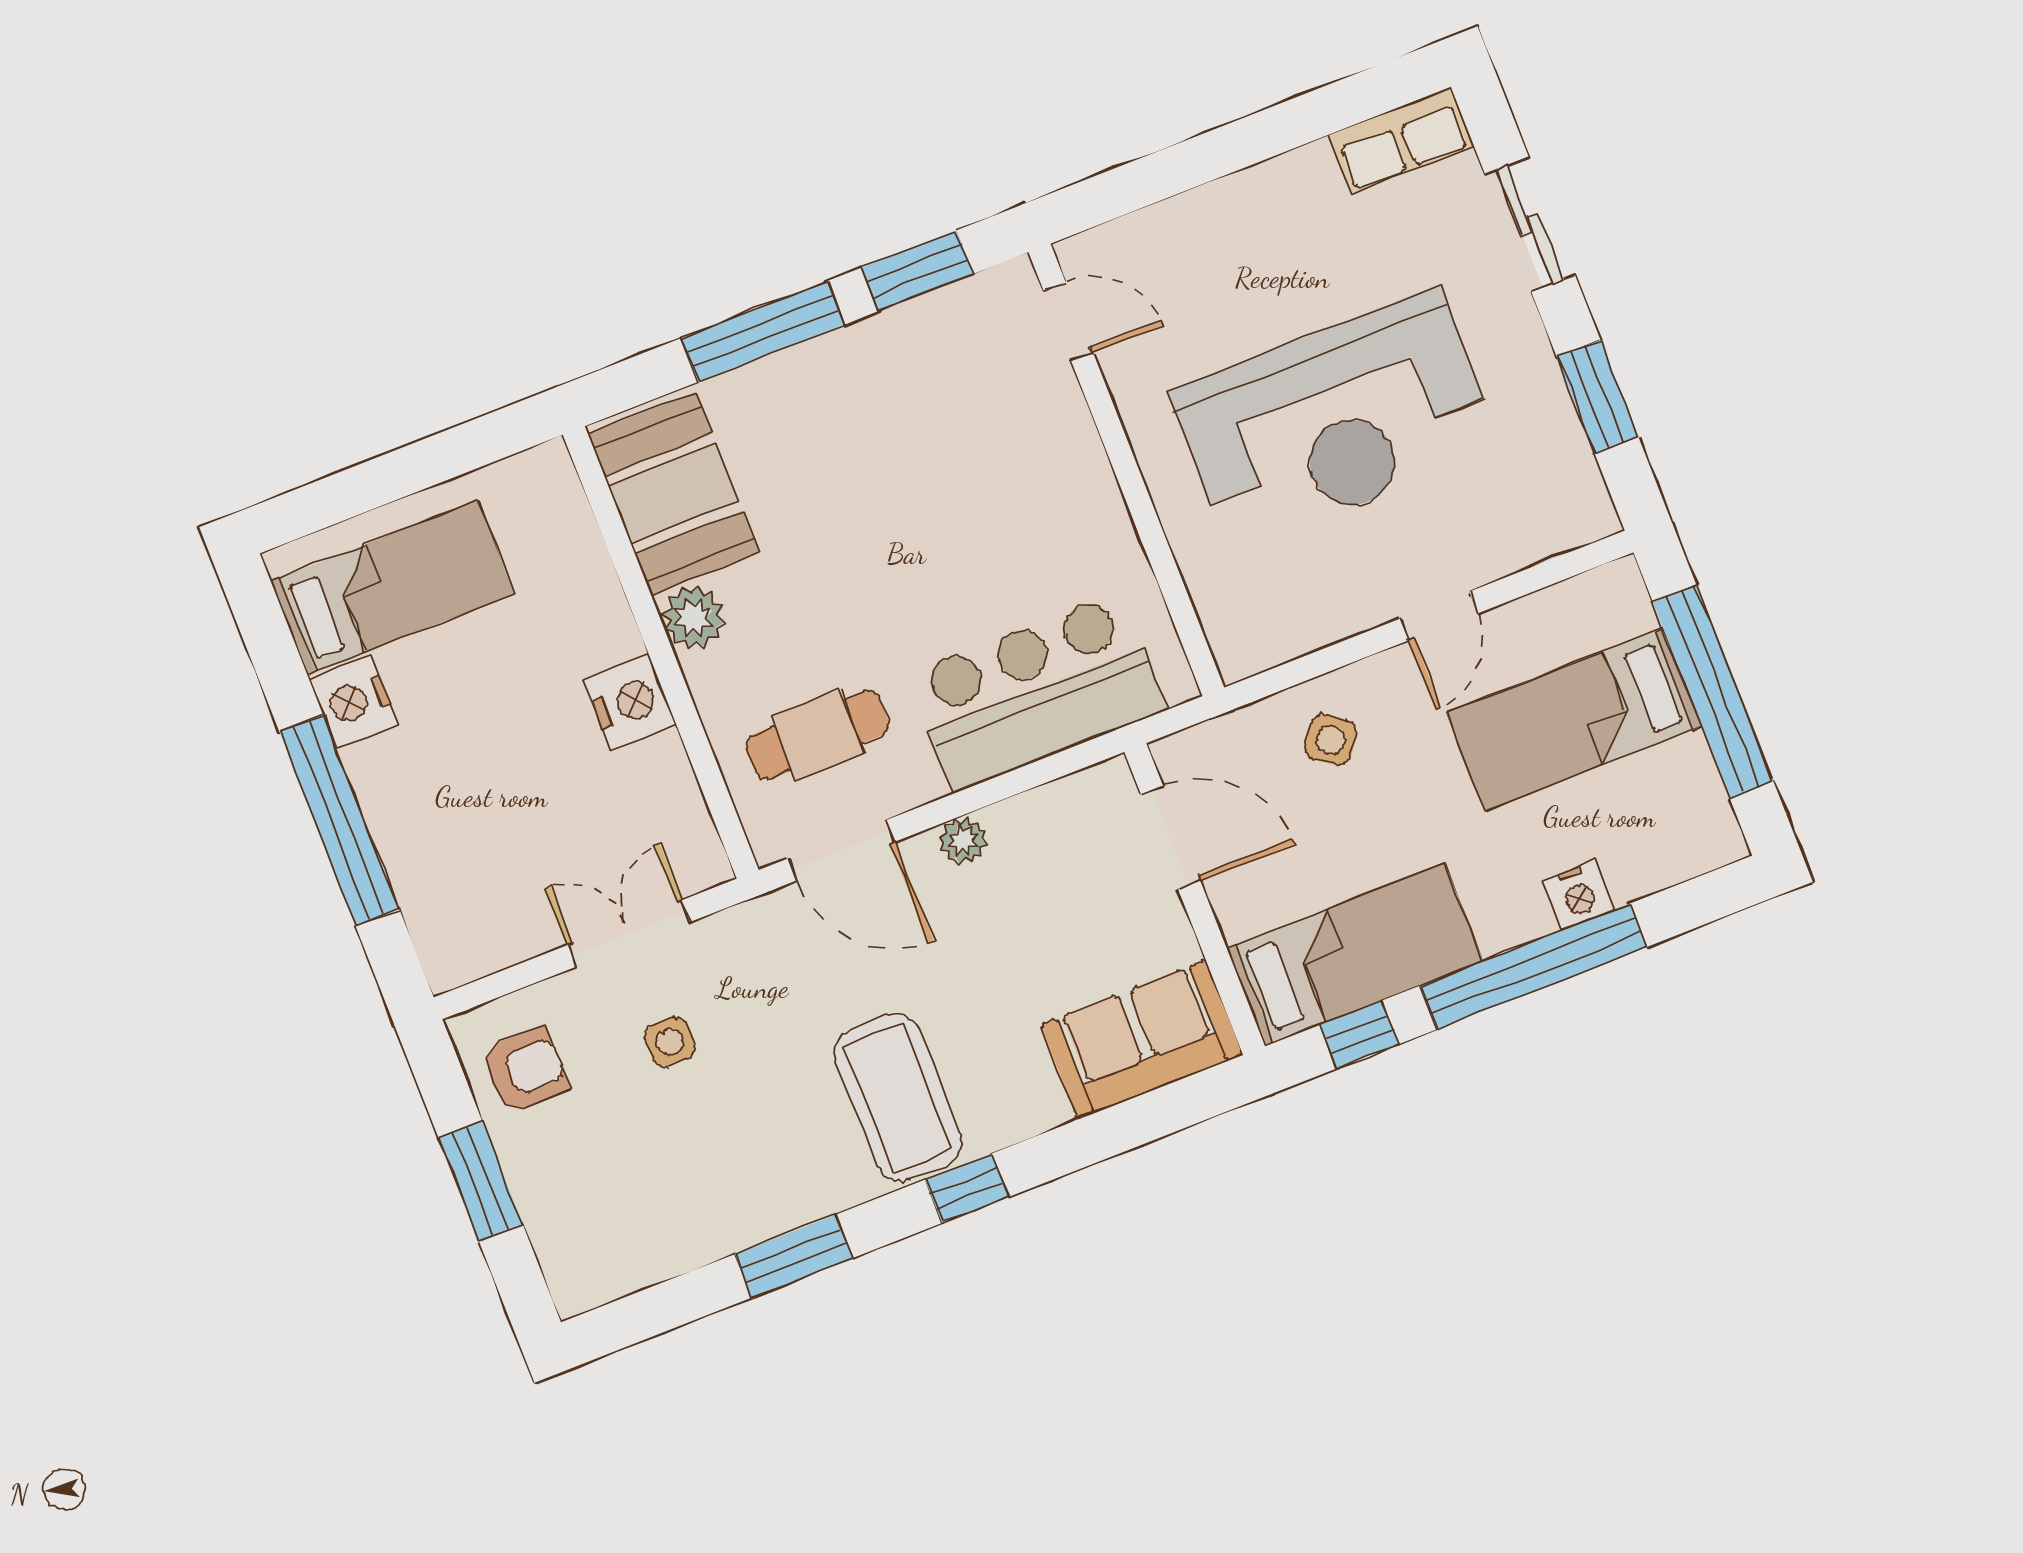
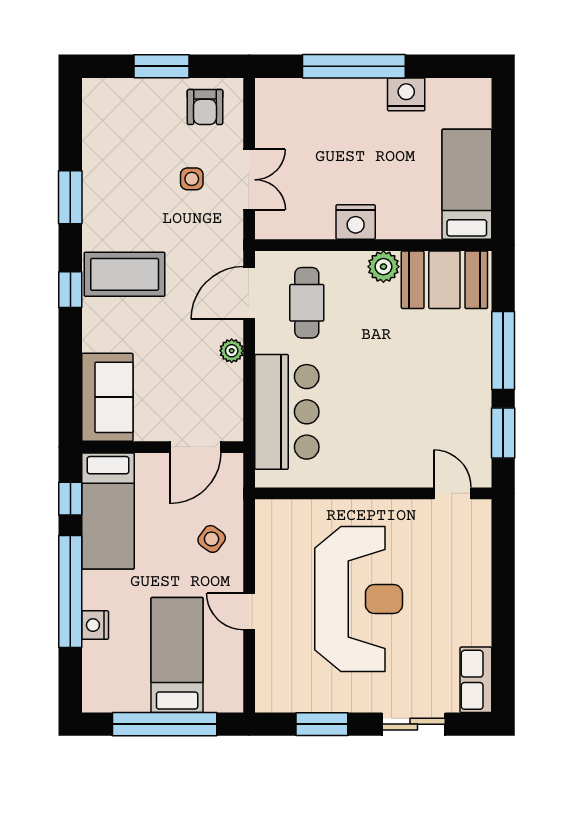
door: (1068, 321) -> (452, 493), swing flipped
reception desk: (1336, 420) -> (359, 599), turned 180
bed: (392, 588) -> (467, 184), moved, turned 180

